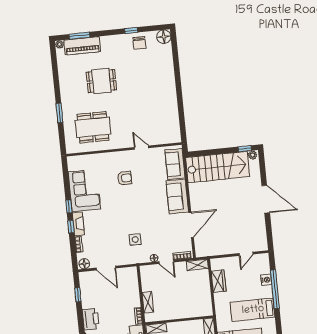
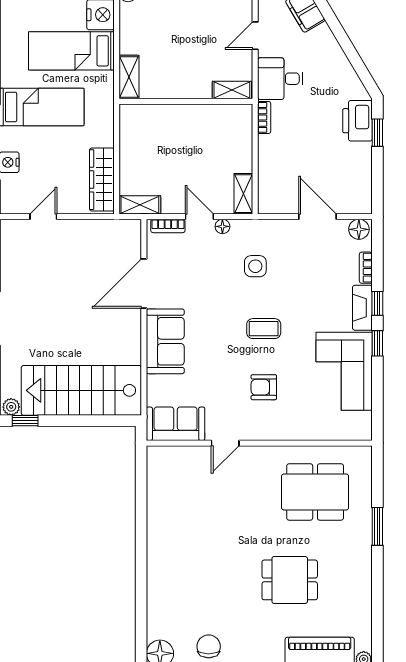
door: (141, 148) -> (225, 443), hinge flipped
sofa: (175, 164) -> (176, 424), moved, turned -90
coffee table: (128, 208) -> (264, 329), added
wardrobe: (219, 281) -> (102, 180), width x1.50
window: (78, 295) -> (377, 133), moved
shelving: (148, 302) -> (243, 194), moved

